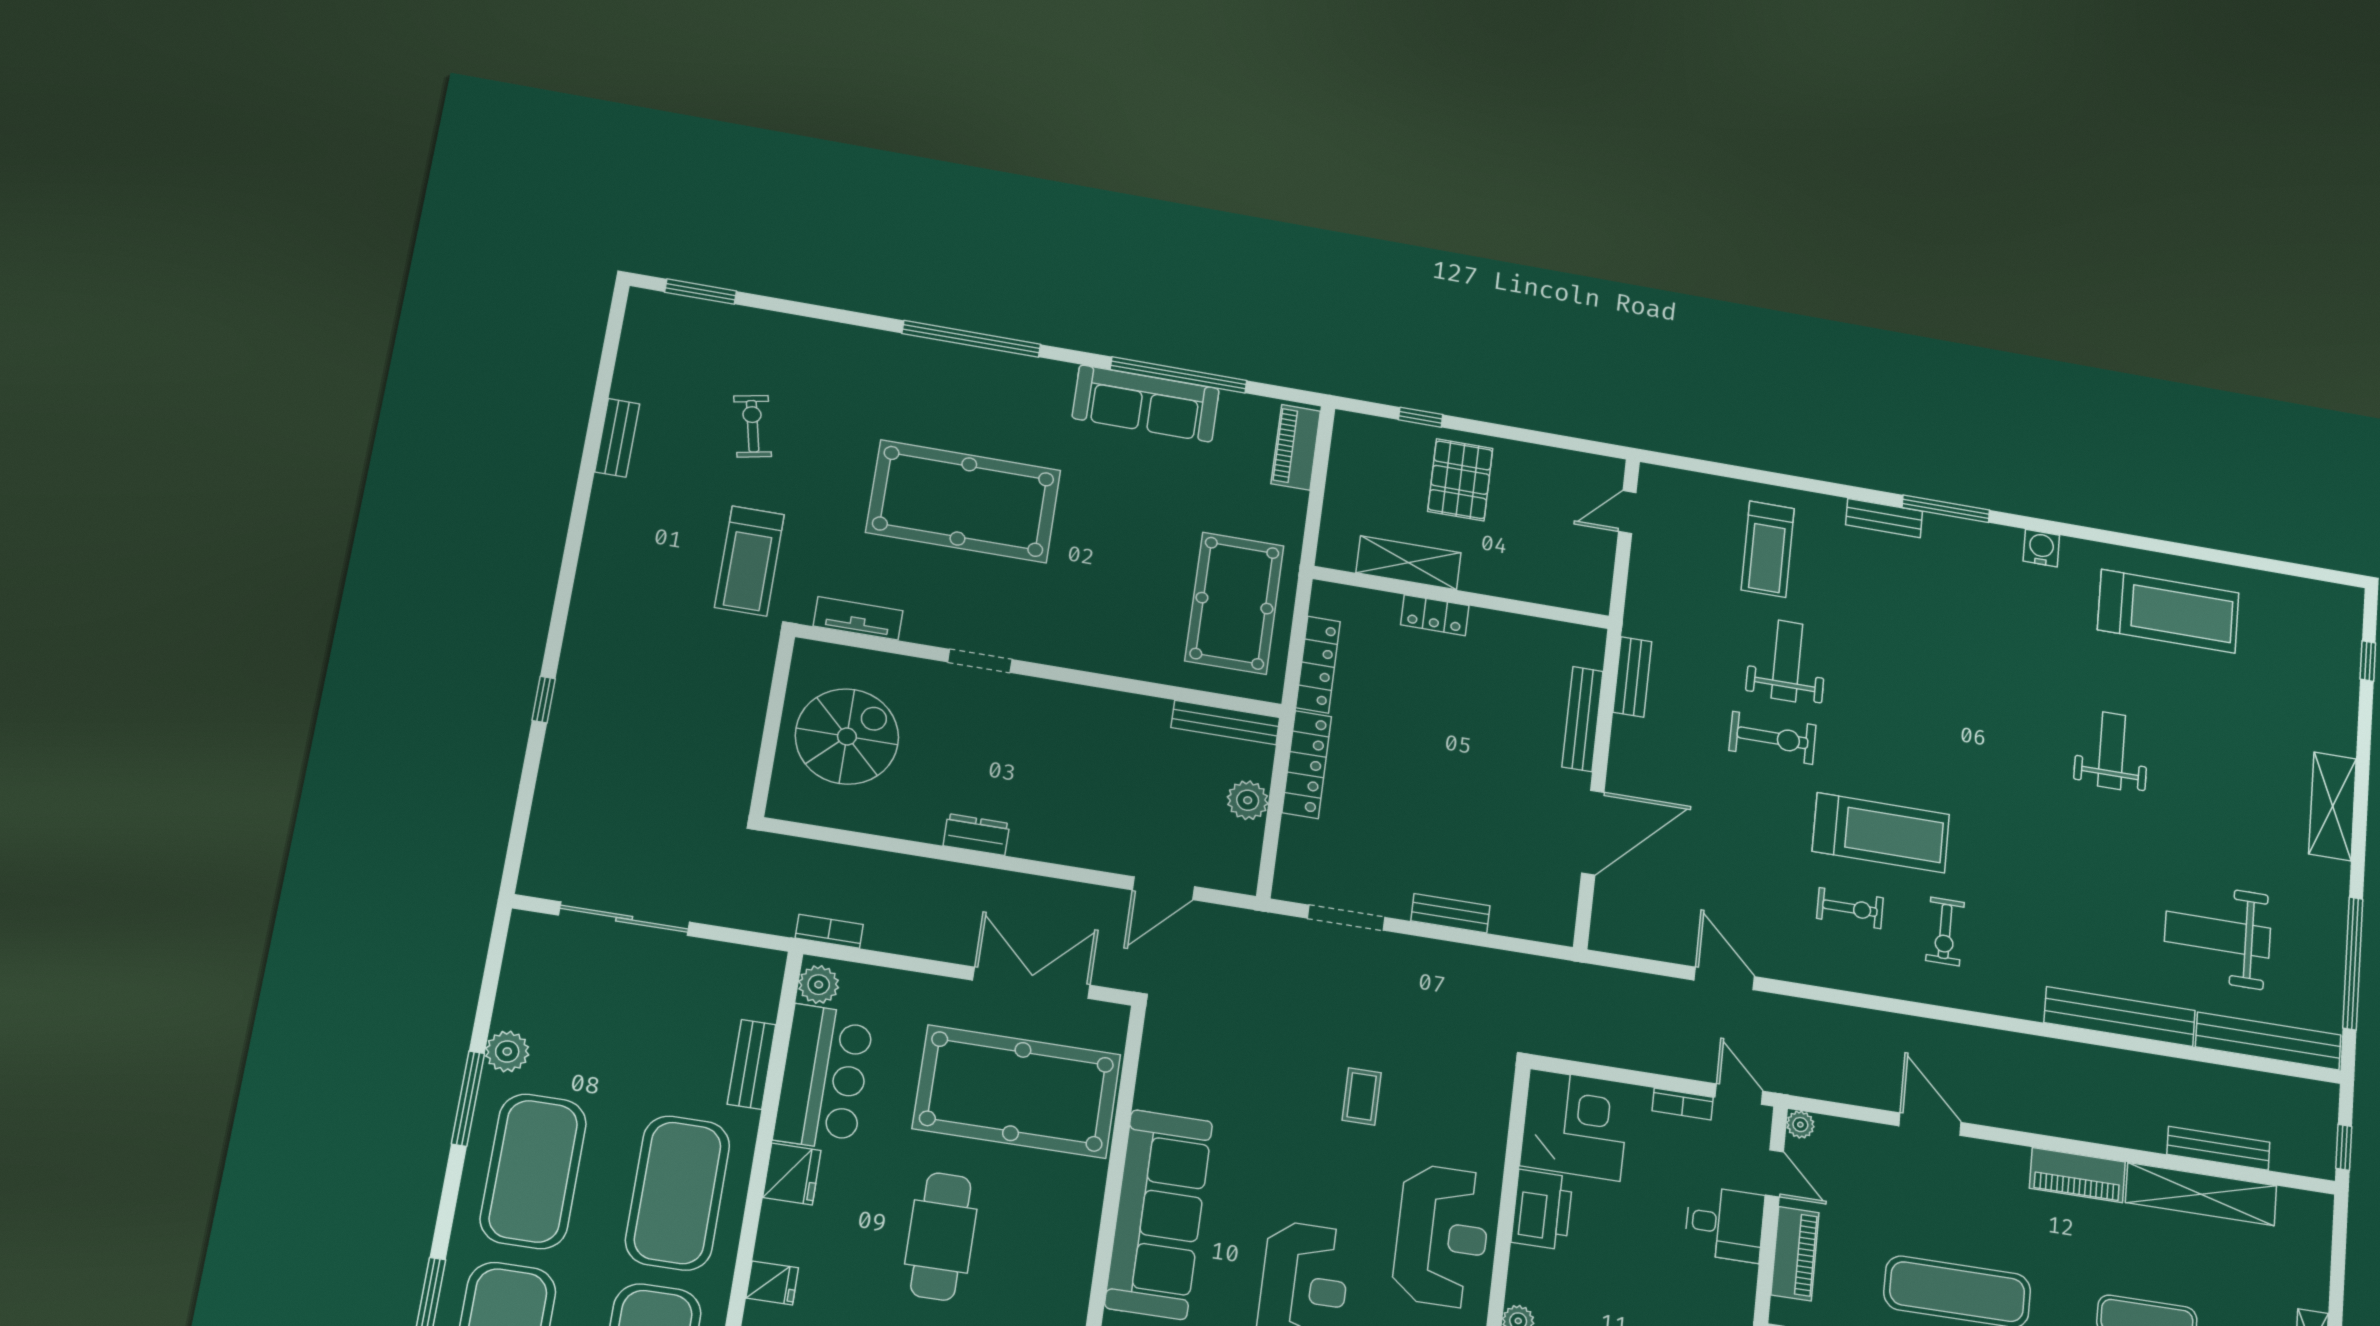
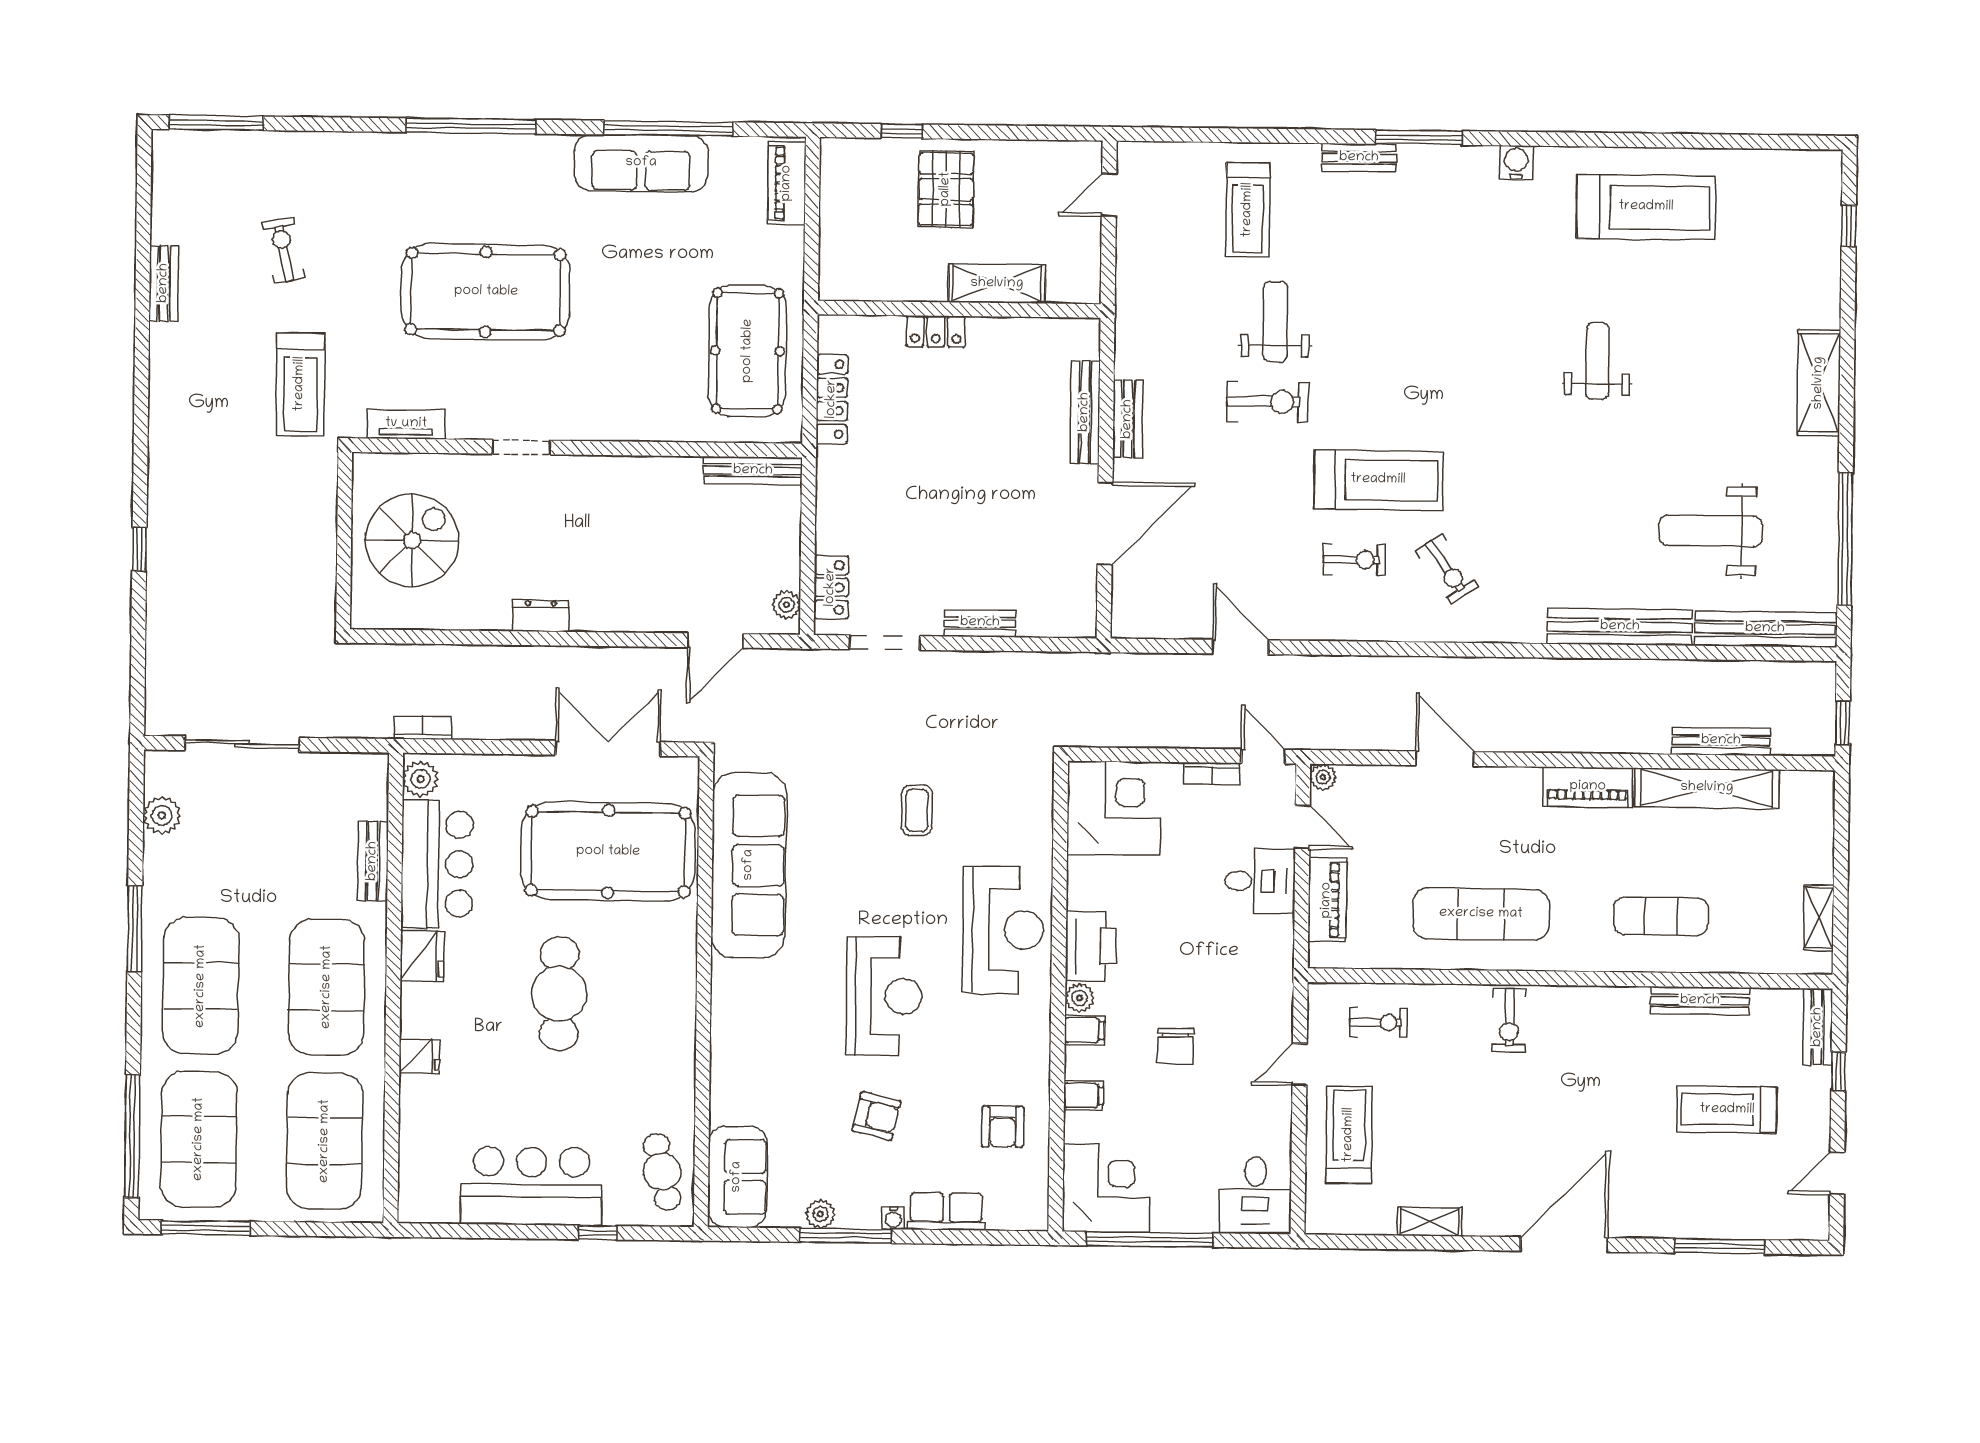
window: (701, 292) -> (216, 123), width x1.44
shelving: (1409, 563) -> (997, 284), moved
bench: (1632, 677) -> (1128, 419), moved
locker: (1307, 764) -> (831, 587), moved, width x0.66
plant: (1248, 800) -> (786, 605), moved, width x0.73, depth x0.73
exercise bike: (1945, 931) -> (1447, 569), turned -35
plant: (507, 1051) -> (162, 815), moved
printer: (1542, 1210) -> (1091, 946), moved
sofa: (1159, 1214) -> (749, 865), moved

